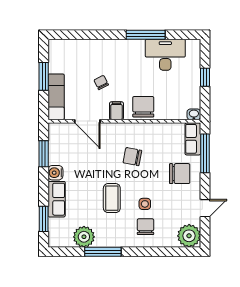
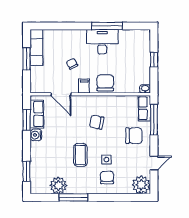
desk: (165, 55) -> (102, 42), moved
exam couch: (56, 97) -> (36, 48), moved
row of seats: (57, 199) -> (37, 114), moved

